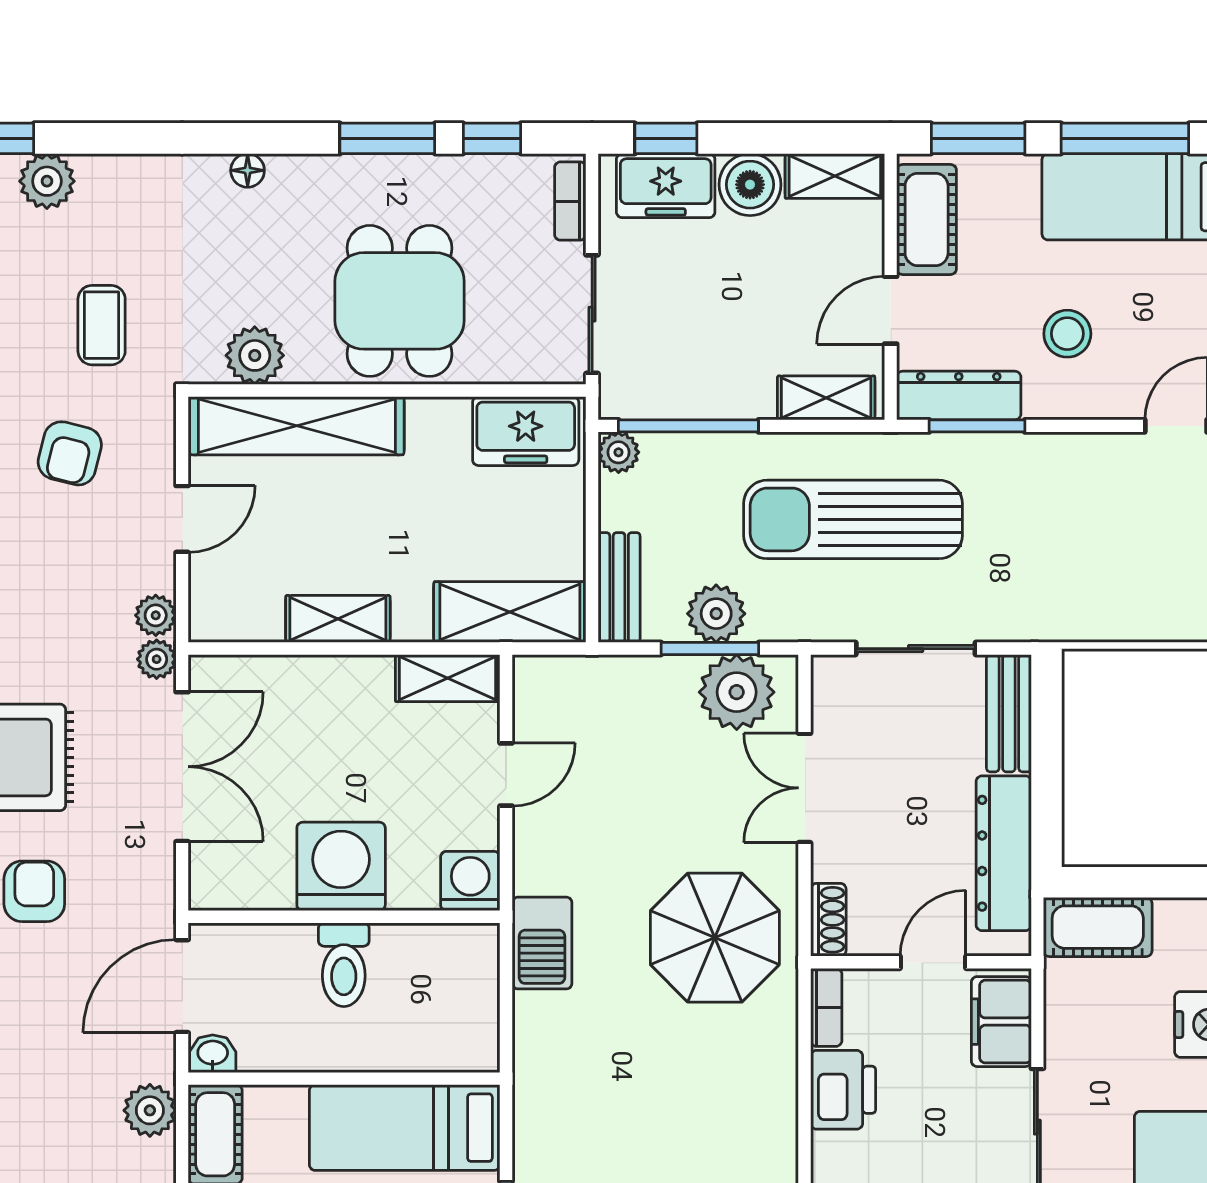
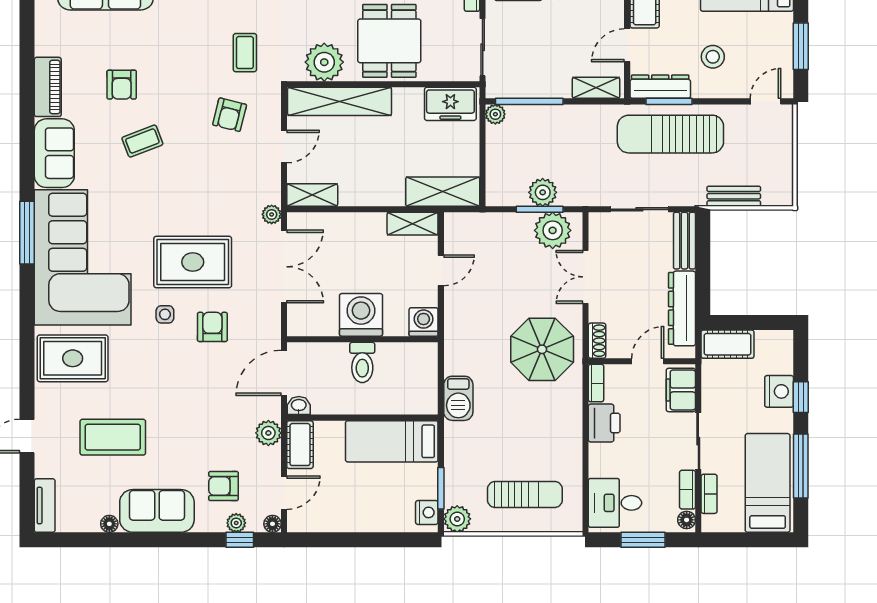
plant: (255, 355) -> (324, 62), width x1.36, depth x1.36
sun lounger: (853, 519) -> (670, 134), moved
bench: (619, 588) -> (734, 196), moved, turned 90
plant: (156, 615) -> (271, 193), removed
shelving: (338, 619) -> (312, 195), moved
barbecue: (542, 943) -> (458, 398), moved

